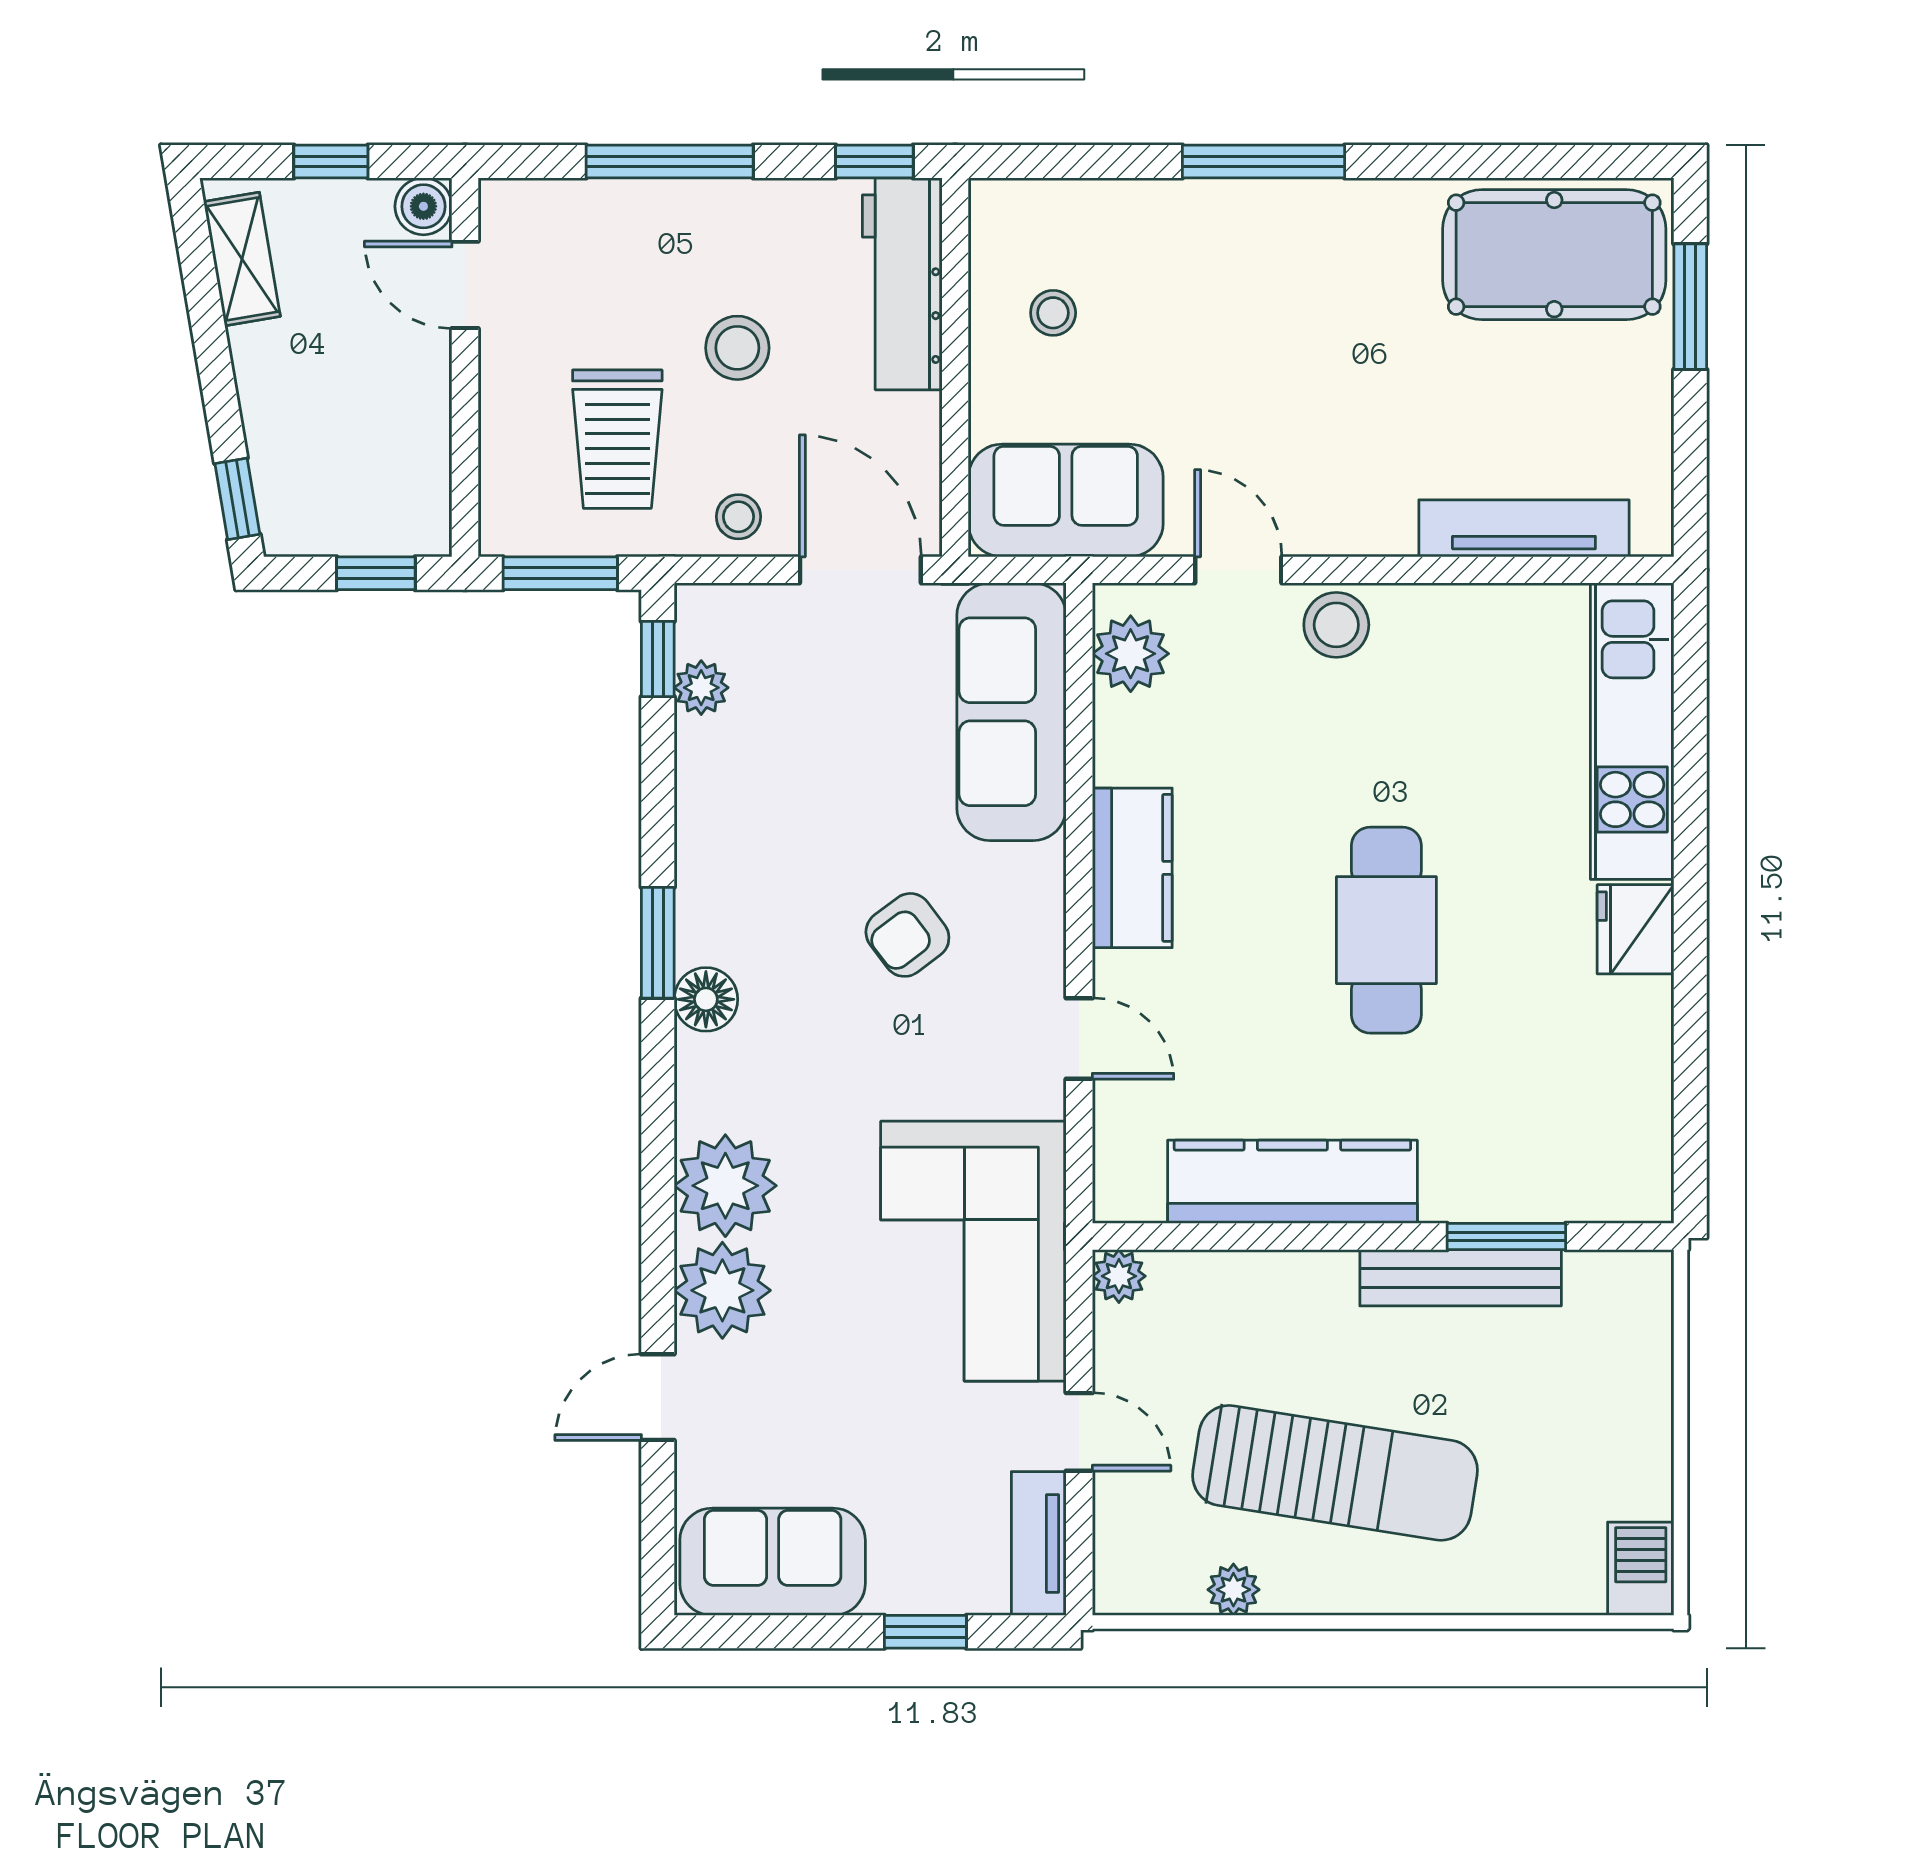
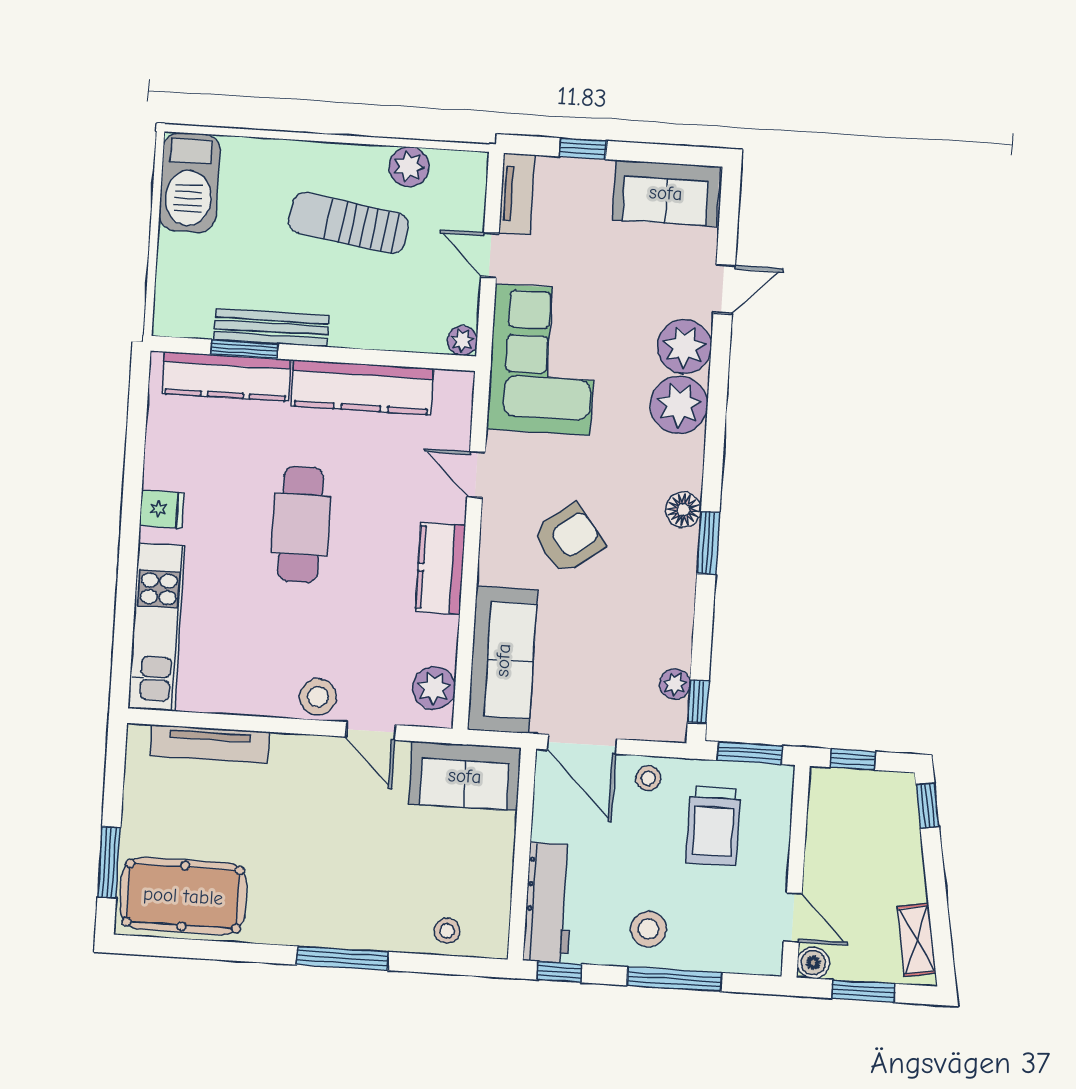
window: (331, 161) -> (863, 991), width x1.50
stool: (1053, 313) -> (447, 931), moved
stool: (737, 348) -> (648, 929), moved
trolley: (617, 439) -> (713, 826), turned 180
fridge: (1636, 929) -> (162, 509), width x0.72
armchair: (907, 935) -> (568, 539), width x1.38, depth x1.38
kitchen counter: (1535, 1186) -> (226, 376), added
sun lounger: (1335, 1473) -> (349, 223), width x0.73, depth x0.75
barbecue: (1641, 1569) -> (189, 182), width x1.88, depth x1.53
plant: (1233, 1590) -> (409, 167), width x1.38, depth x1.38

